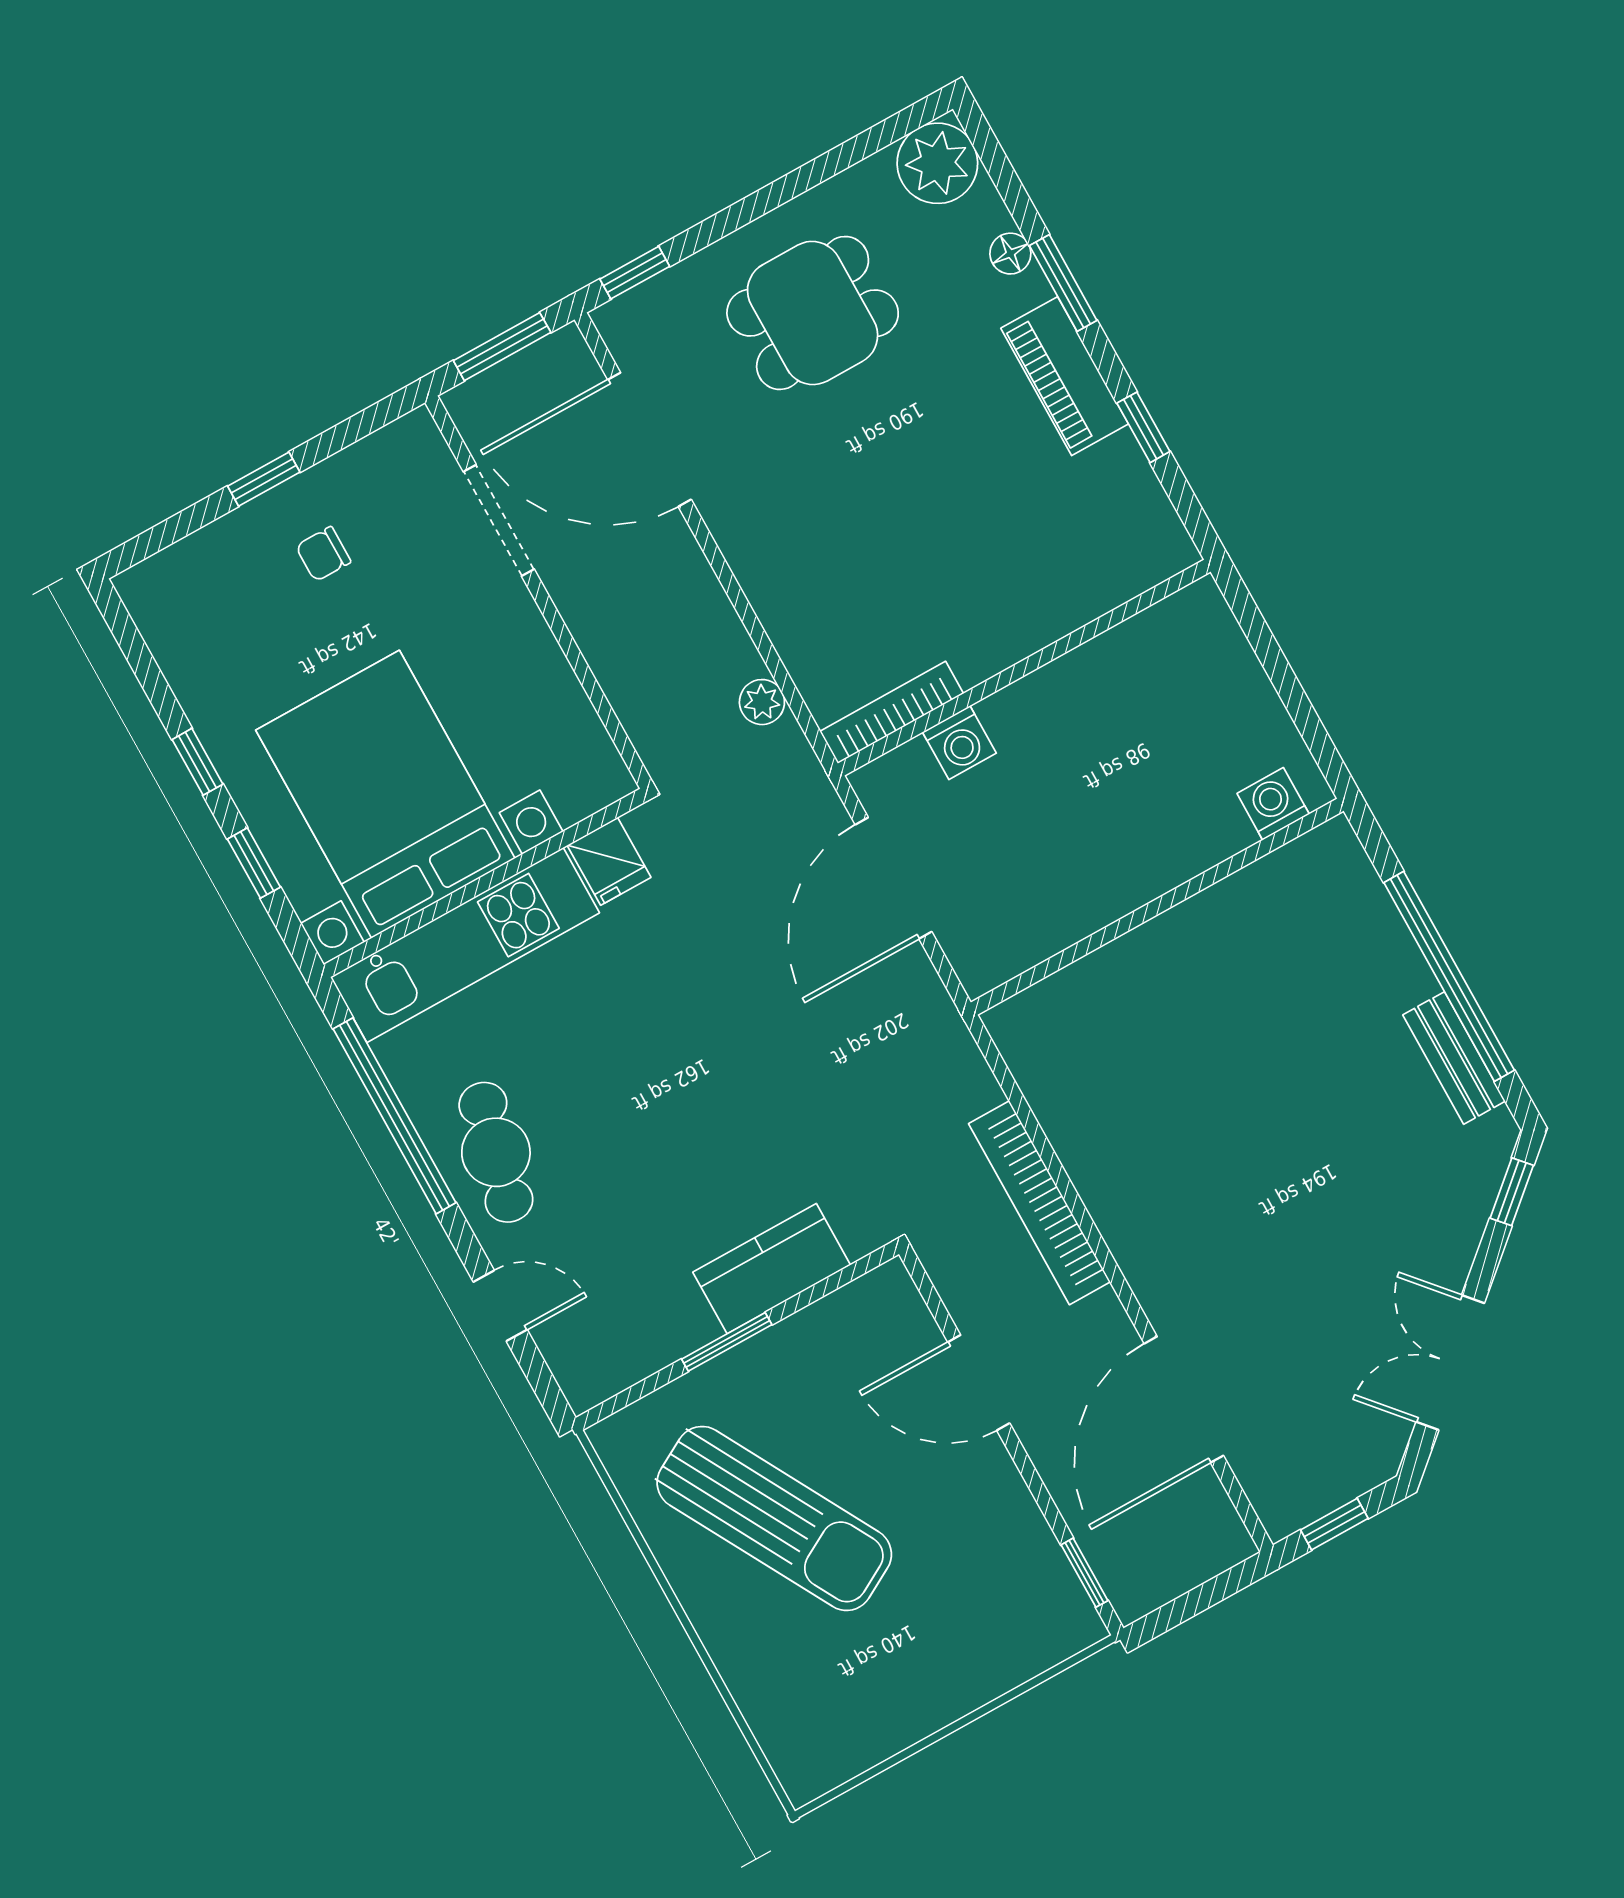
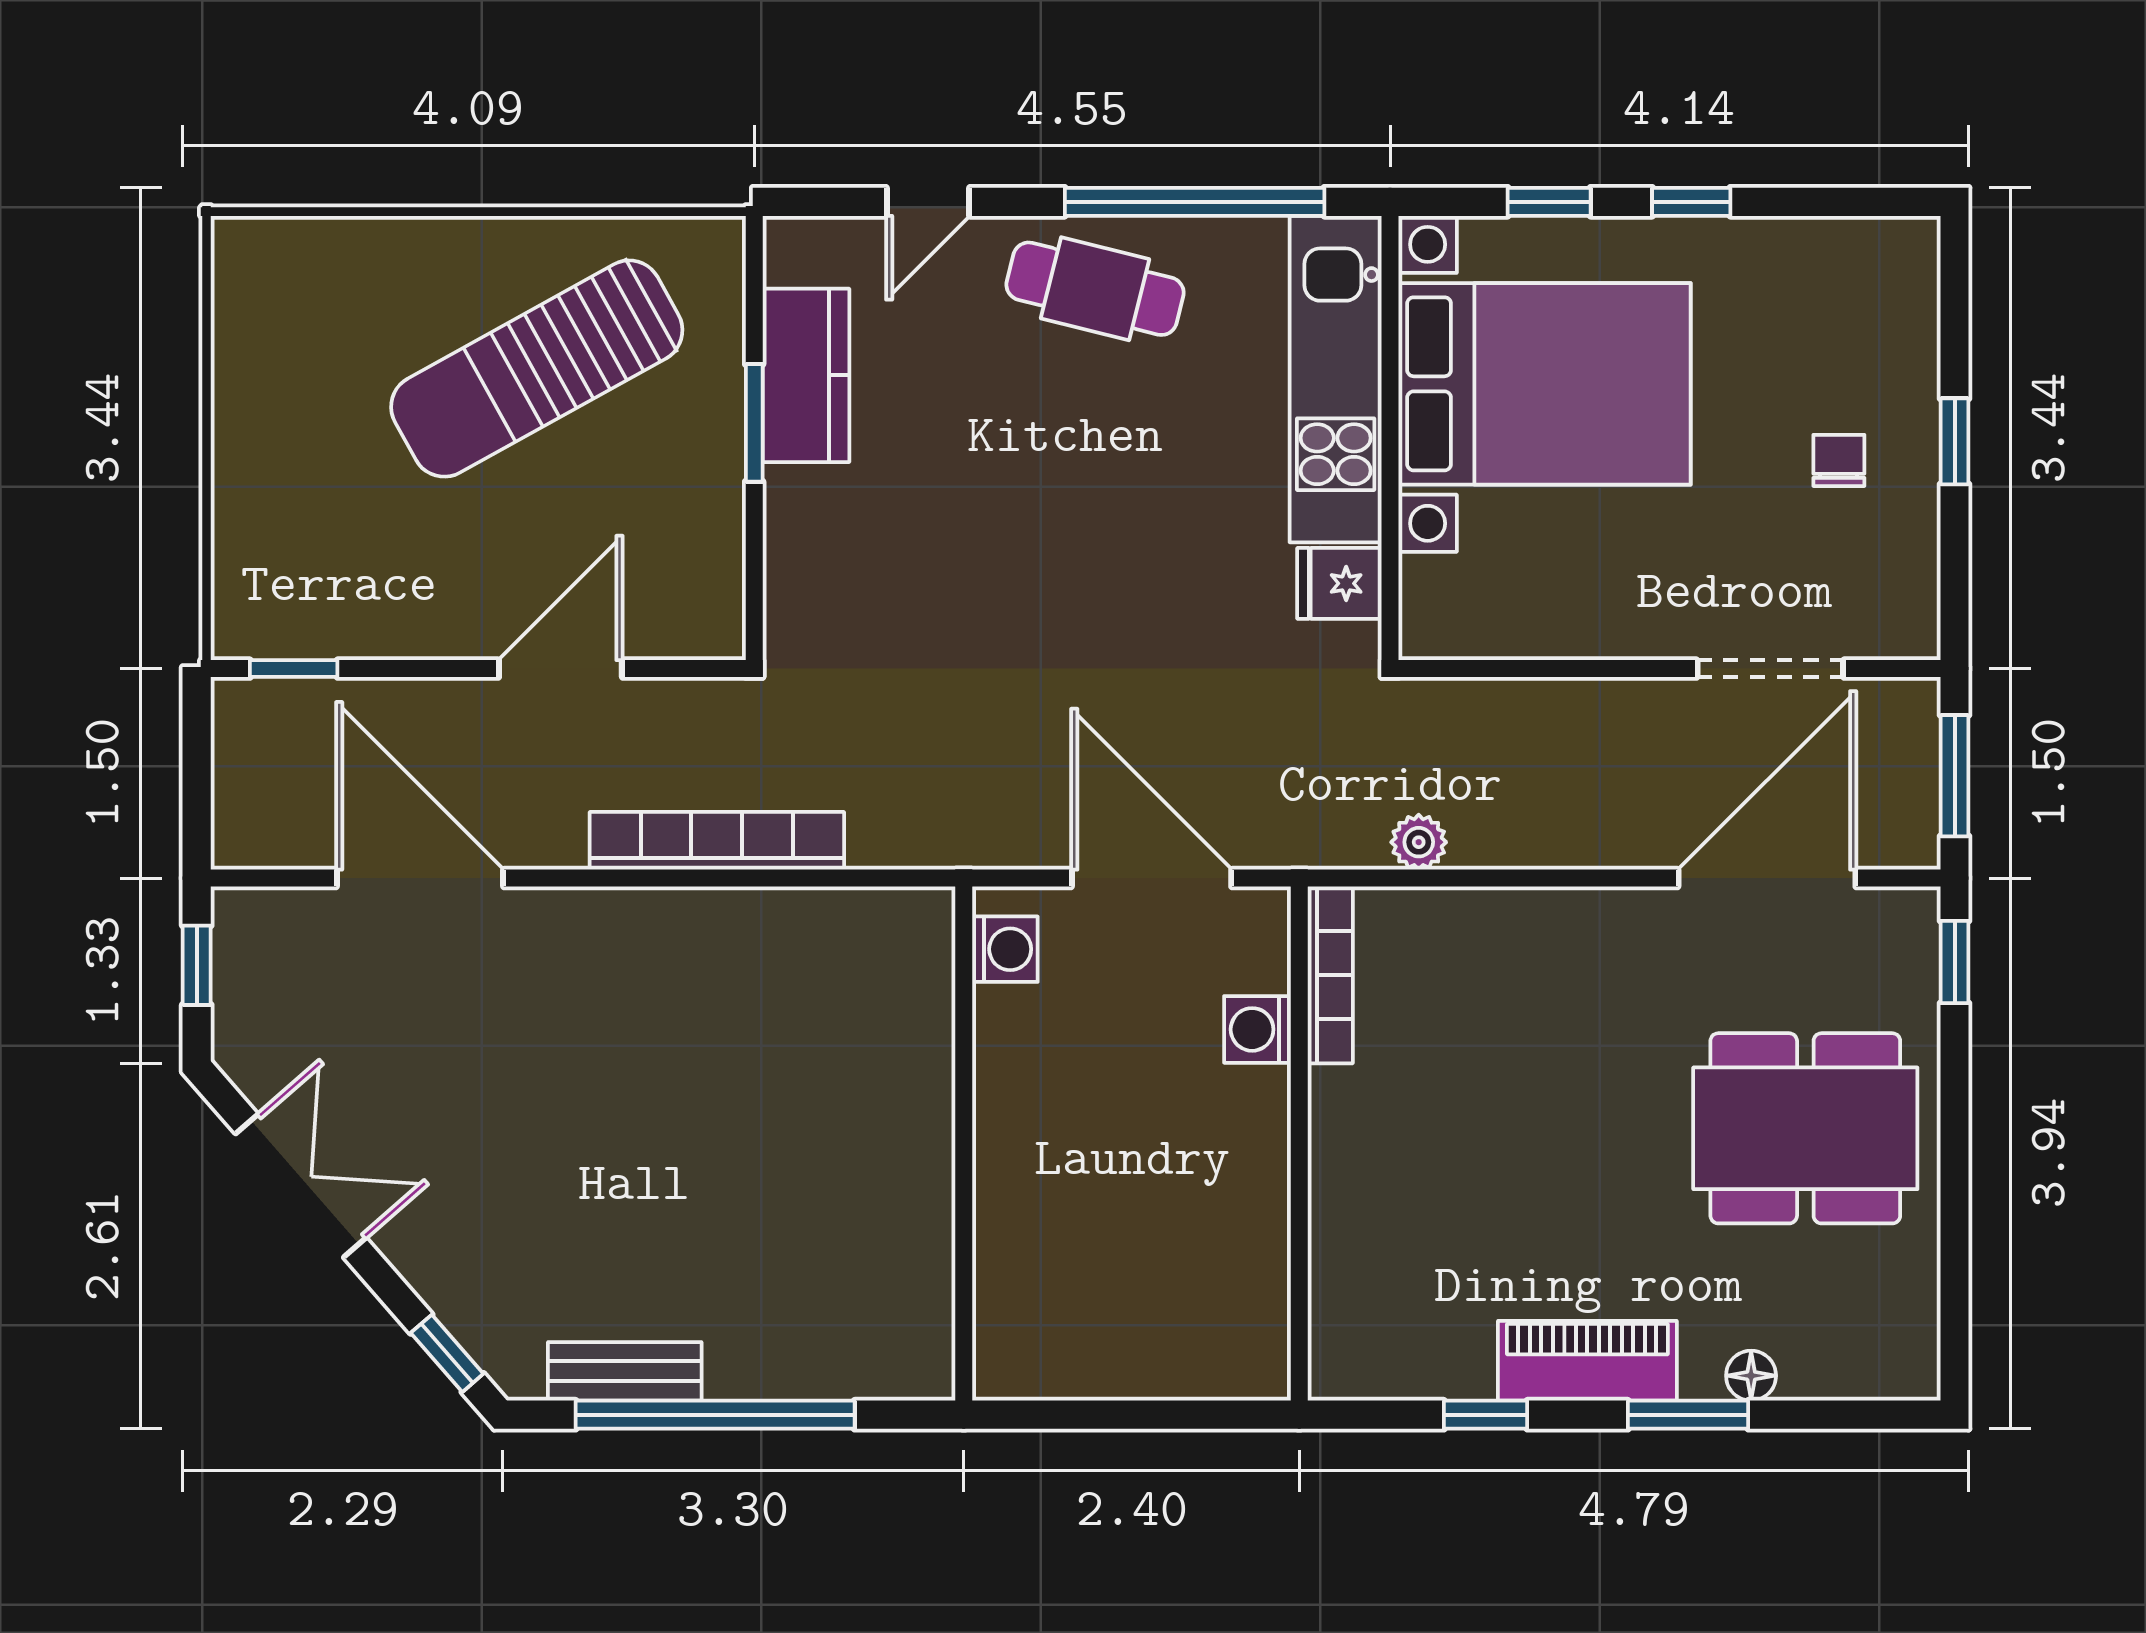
plant: (937, 163) -> (1891, 1351), removed
dining table: (813, 313) -> (1805, 1128), width x1.38
washing machine: (1273, 804) -> (1005, 949), moved
kitchen counter: (772, 1269) -> (806, 375), moved

